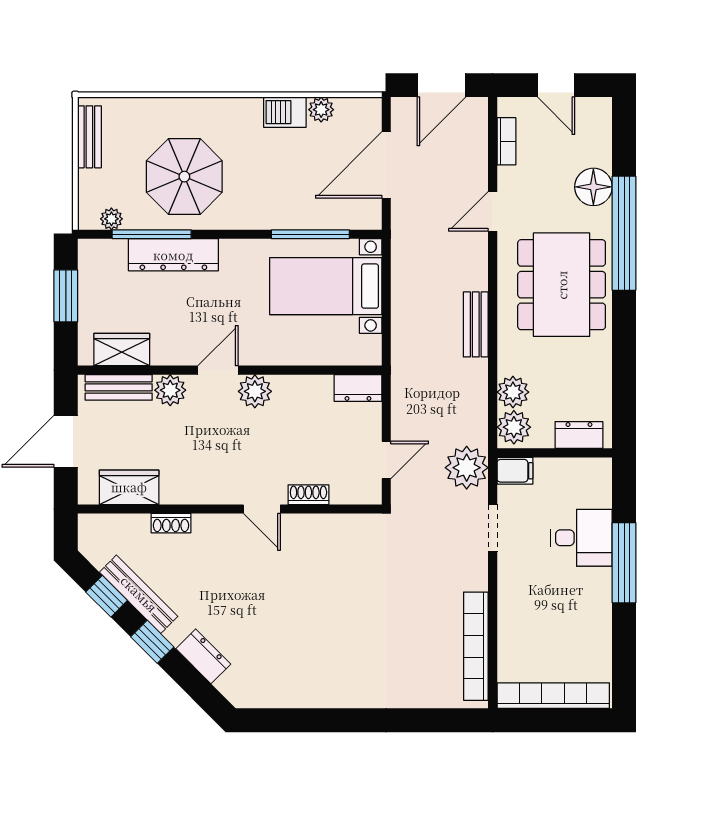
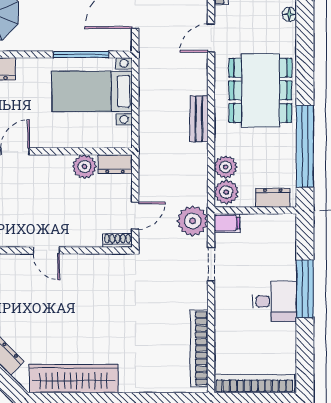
floor lamp: (593, 187) -> (289, 14), width x0.53, depth x0.53
window: (624, 233) -> (305, 146), moved
plant: (255, 391) -> (84, 166), moved
shoe rack: (308, 495) -> (118, 240), moved
desk: (581, 538) -> (275, 301), moved
wardrobe: (300, 688) -> (74, 378), added

